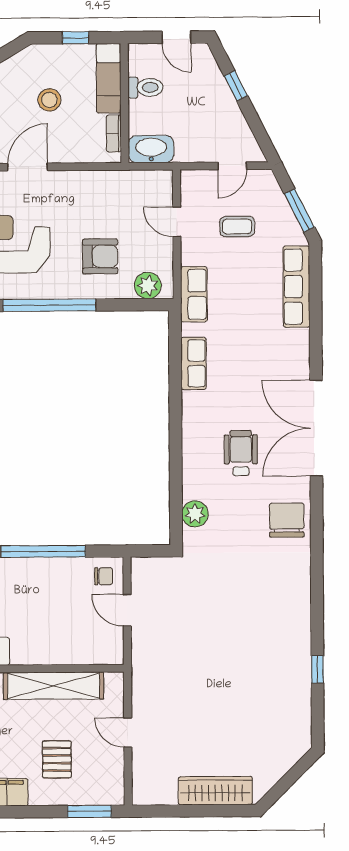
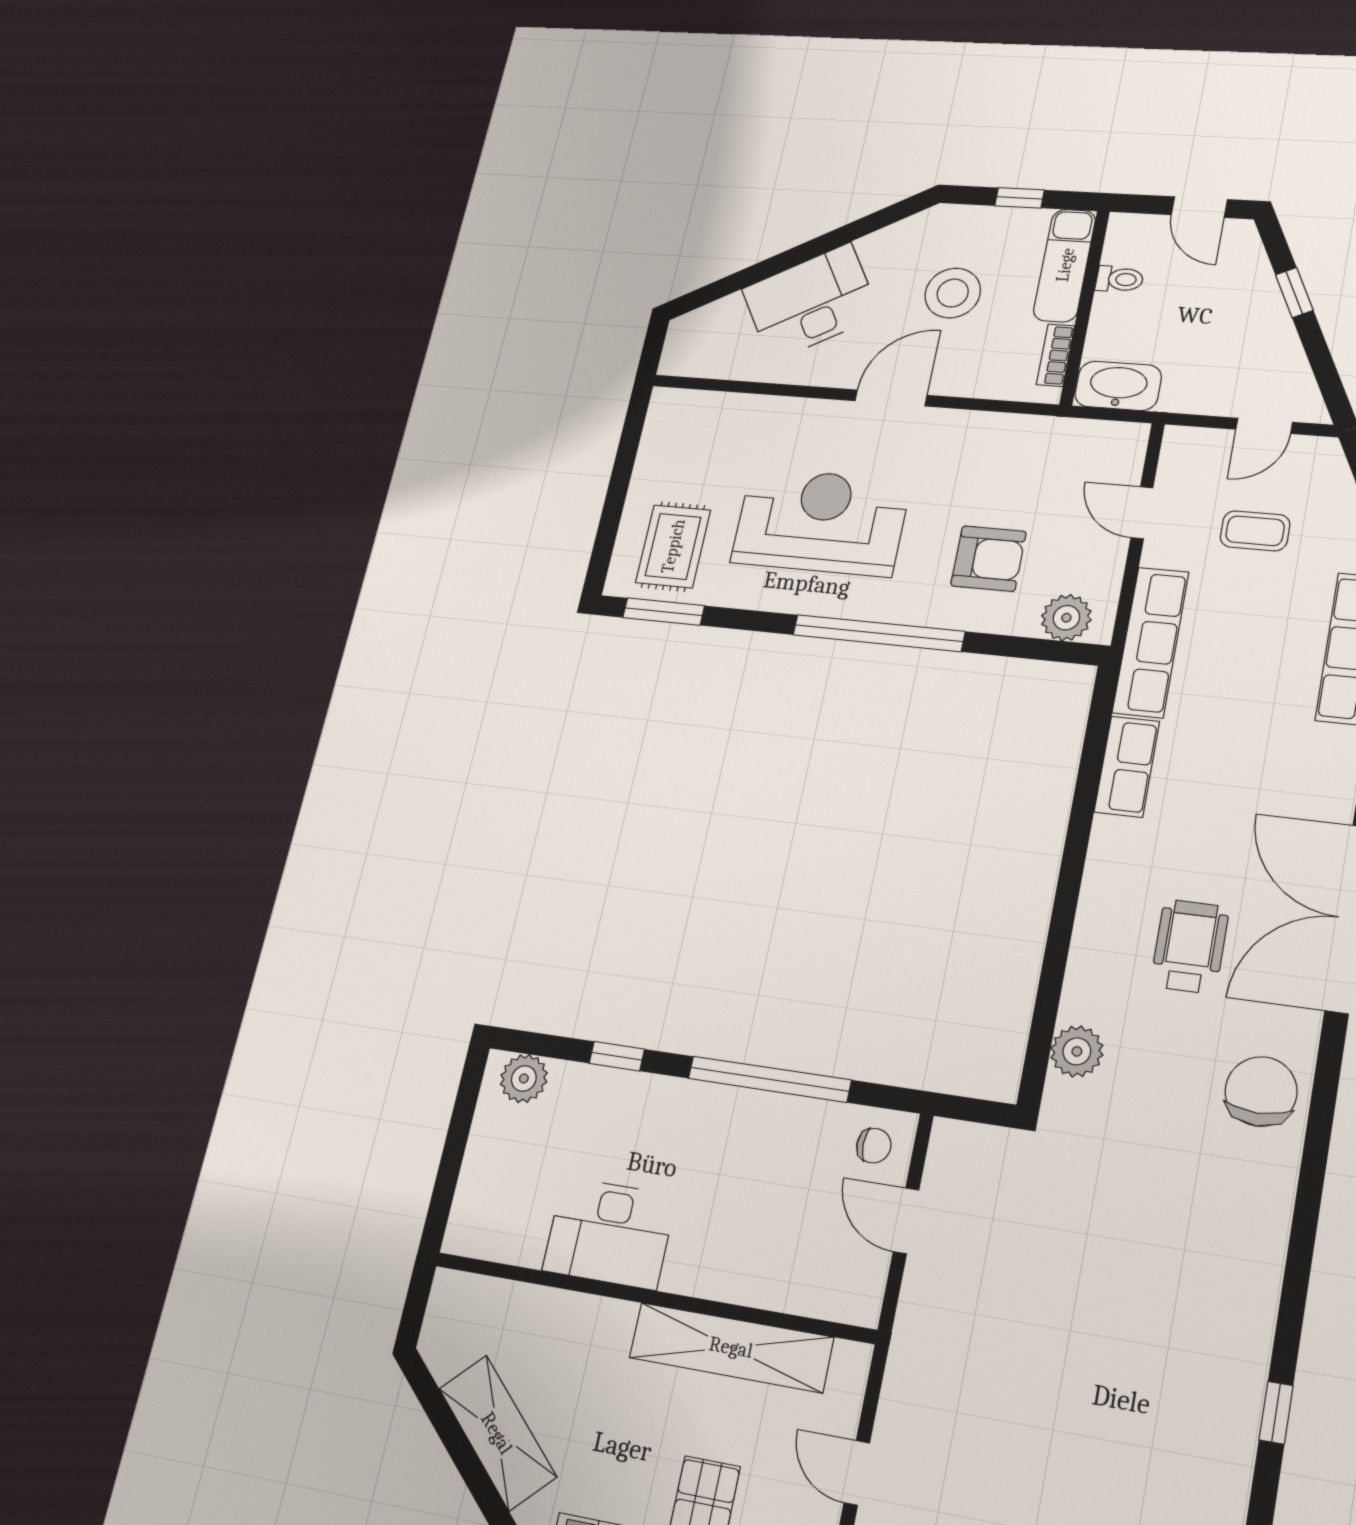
toilet: (145, 87) -> (1120, 279), width x0.73, depth x0.72
stool: (49, 100) -> (953, 293), width x1.38, depth x1.38
row of seats: (194, 294) -> (1151, 642), width x1.48

